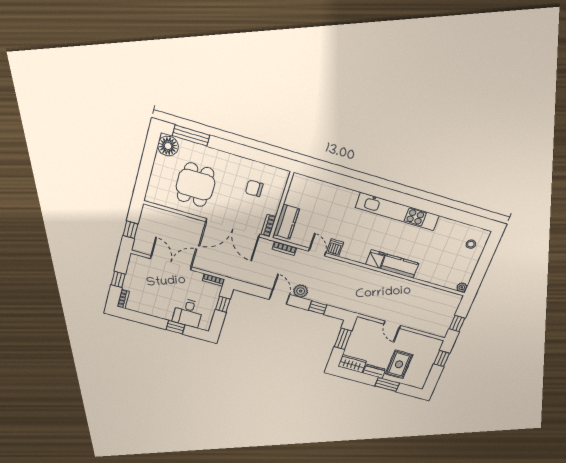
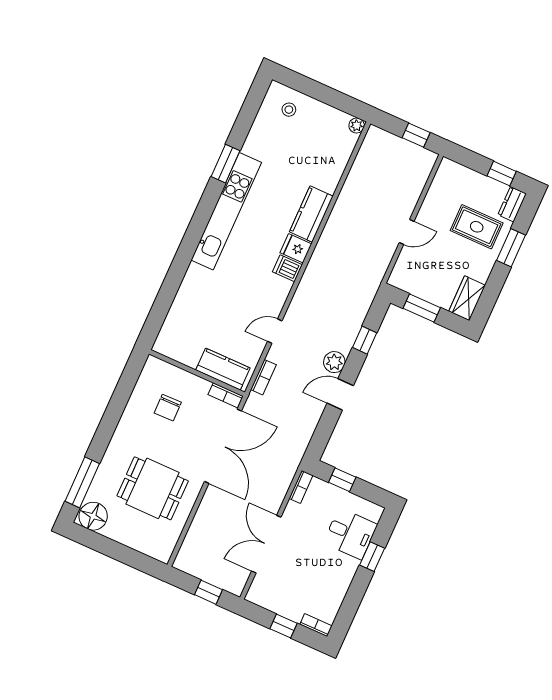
window: (431, 207) -> (225, 164), added
dishwasher: (335, 248) -> (287, 268), moved
window: (442, 359) -> (502, 174), moved
dresser: (374, 371) -> (512, 204), moved

